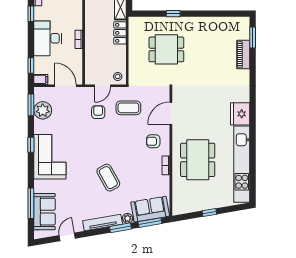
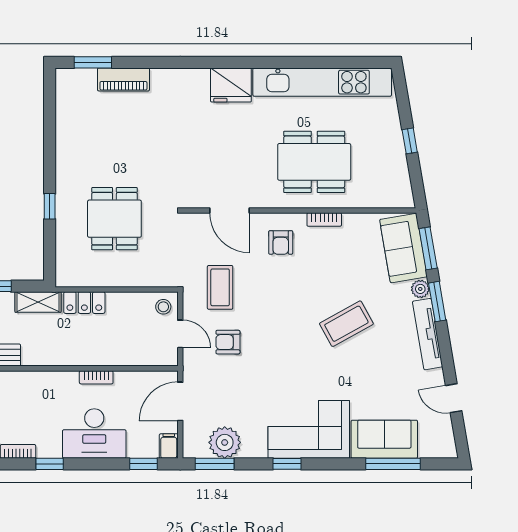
sofa: (45, 212) -> (384, 439), moved

